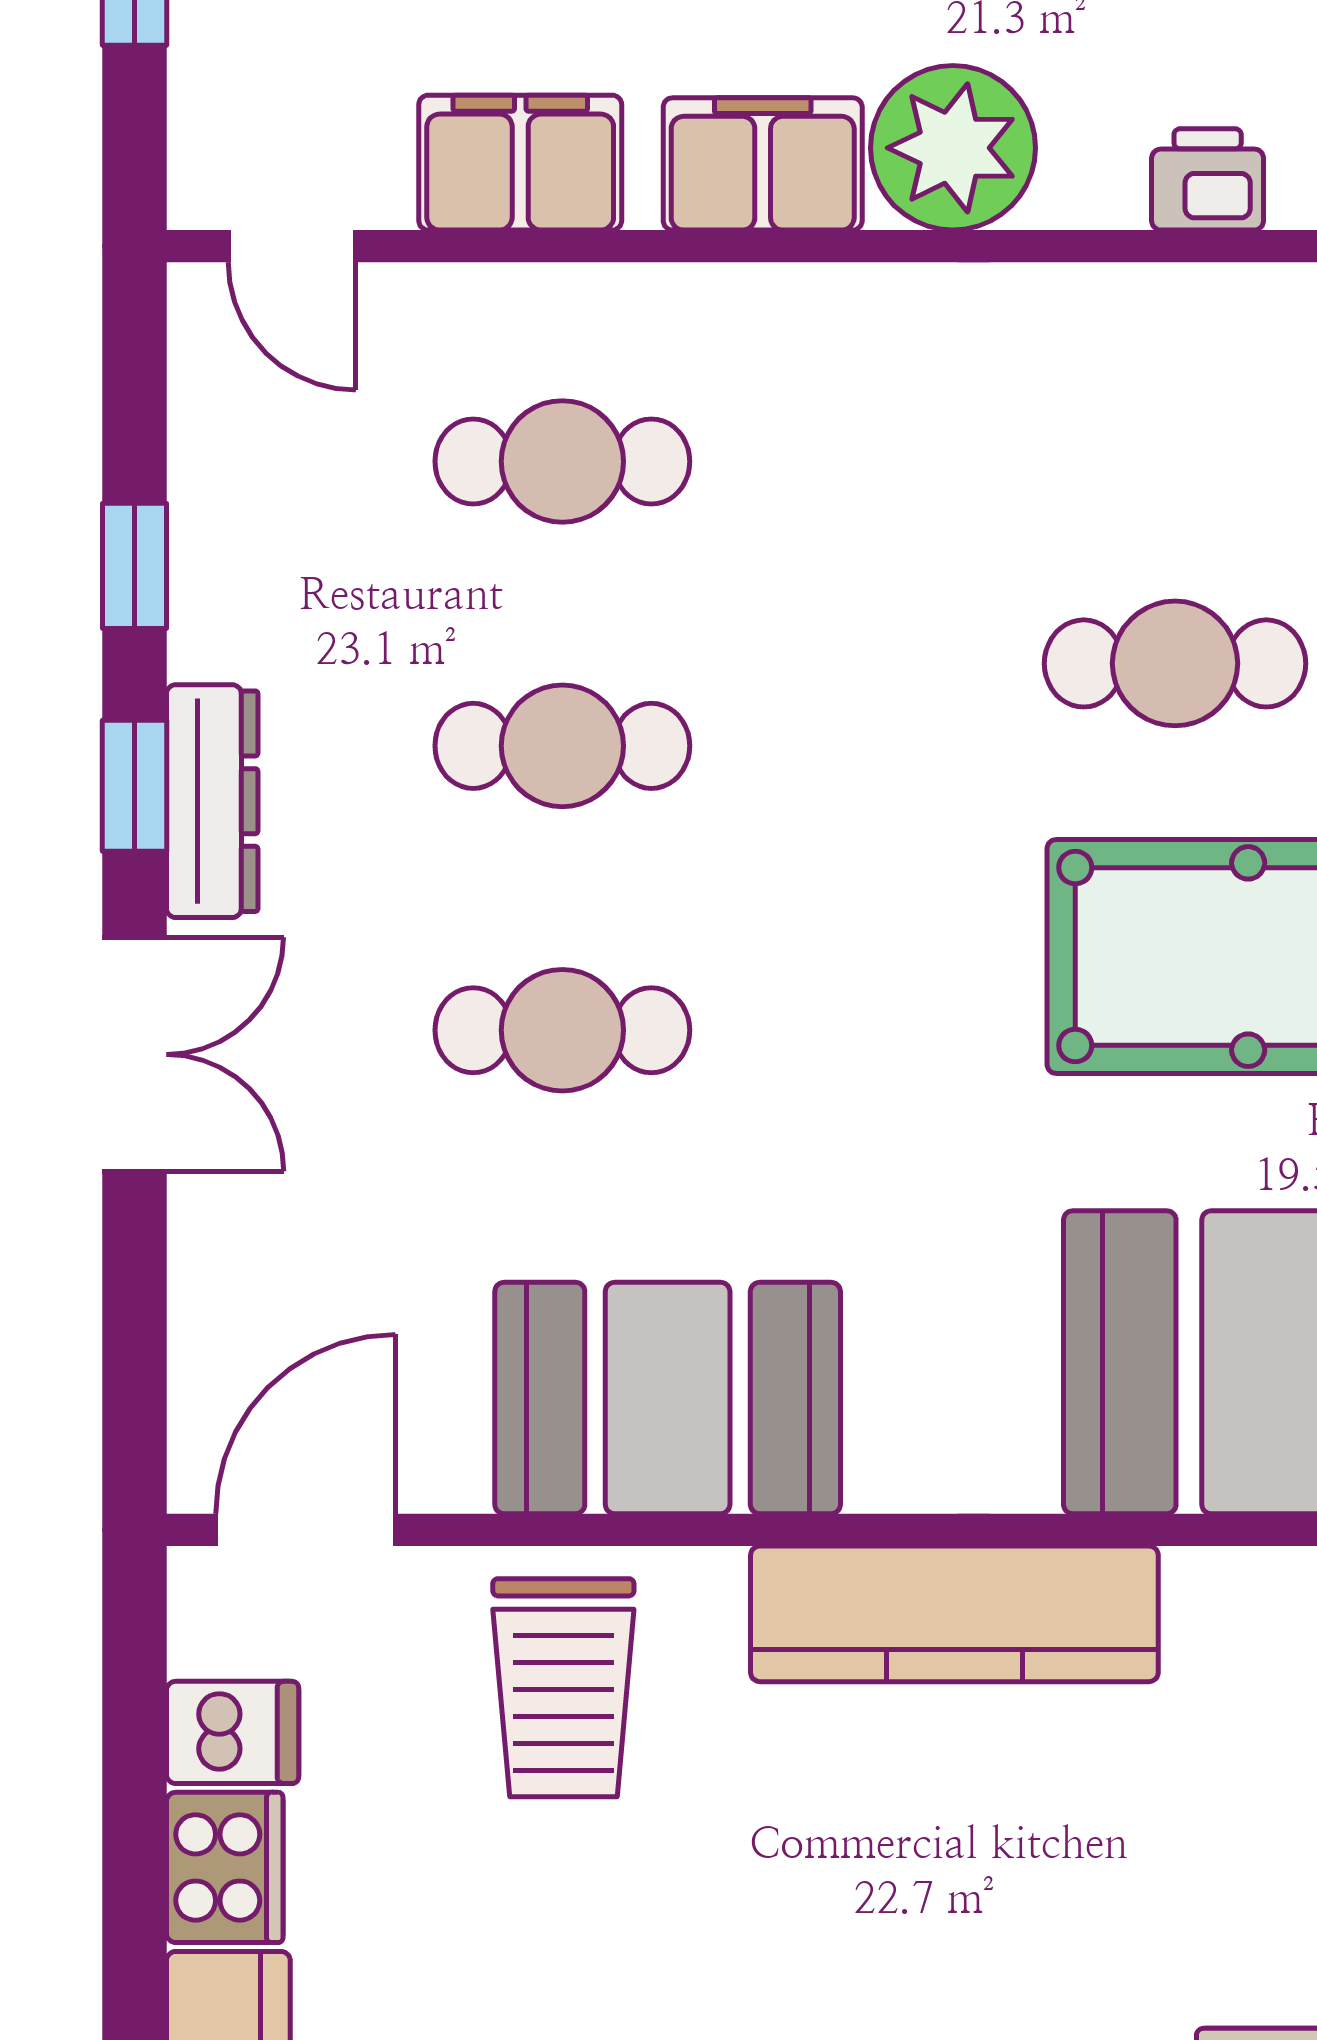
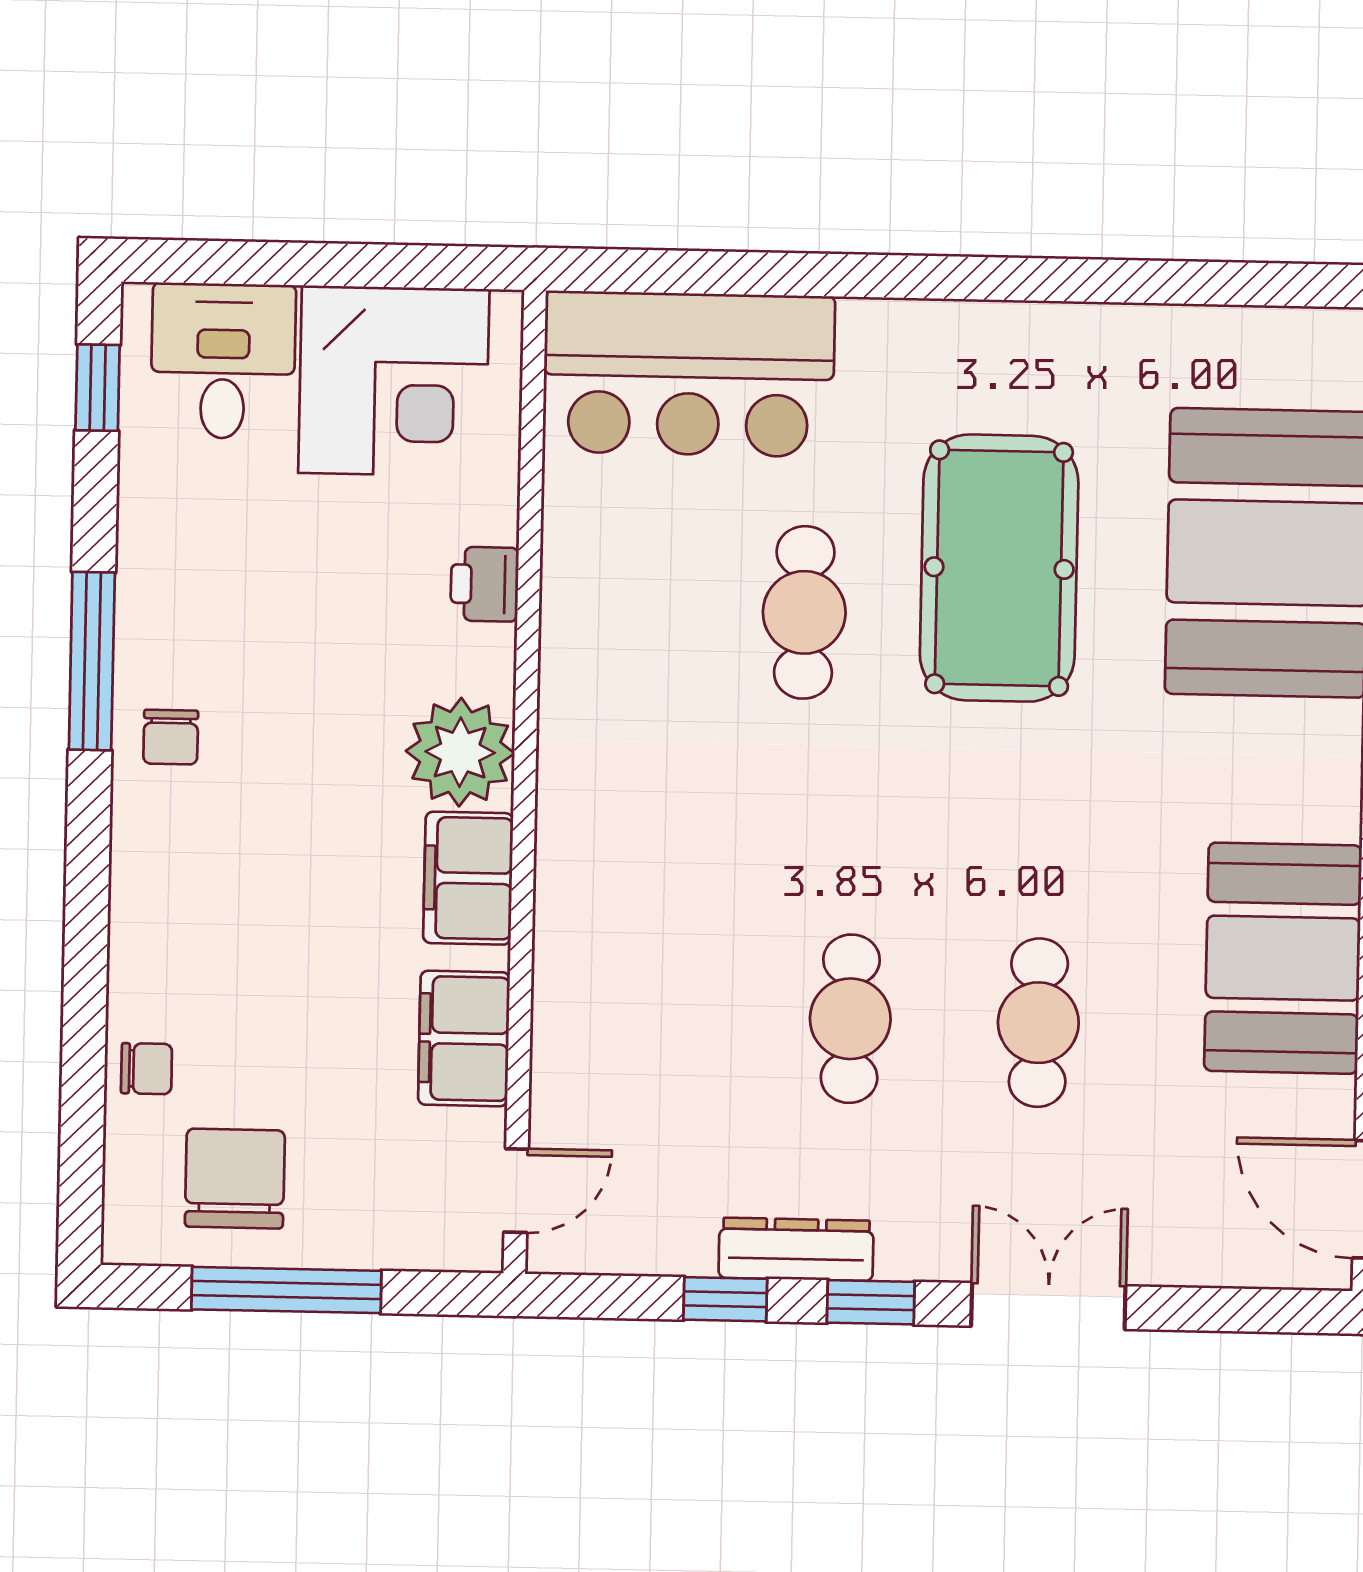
cafe table: (562, 461) -> (662, 1015), removed
dresser: (212, 801) -> (796, 1249), moved

